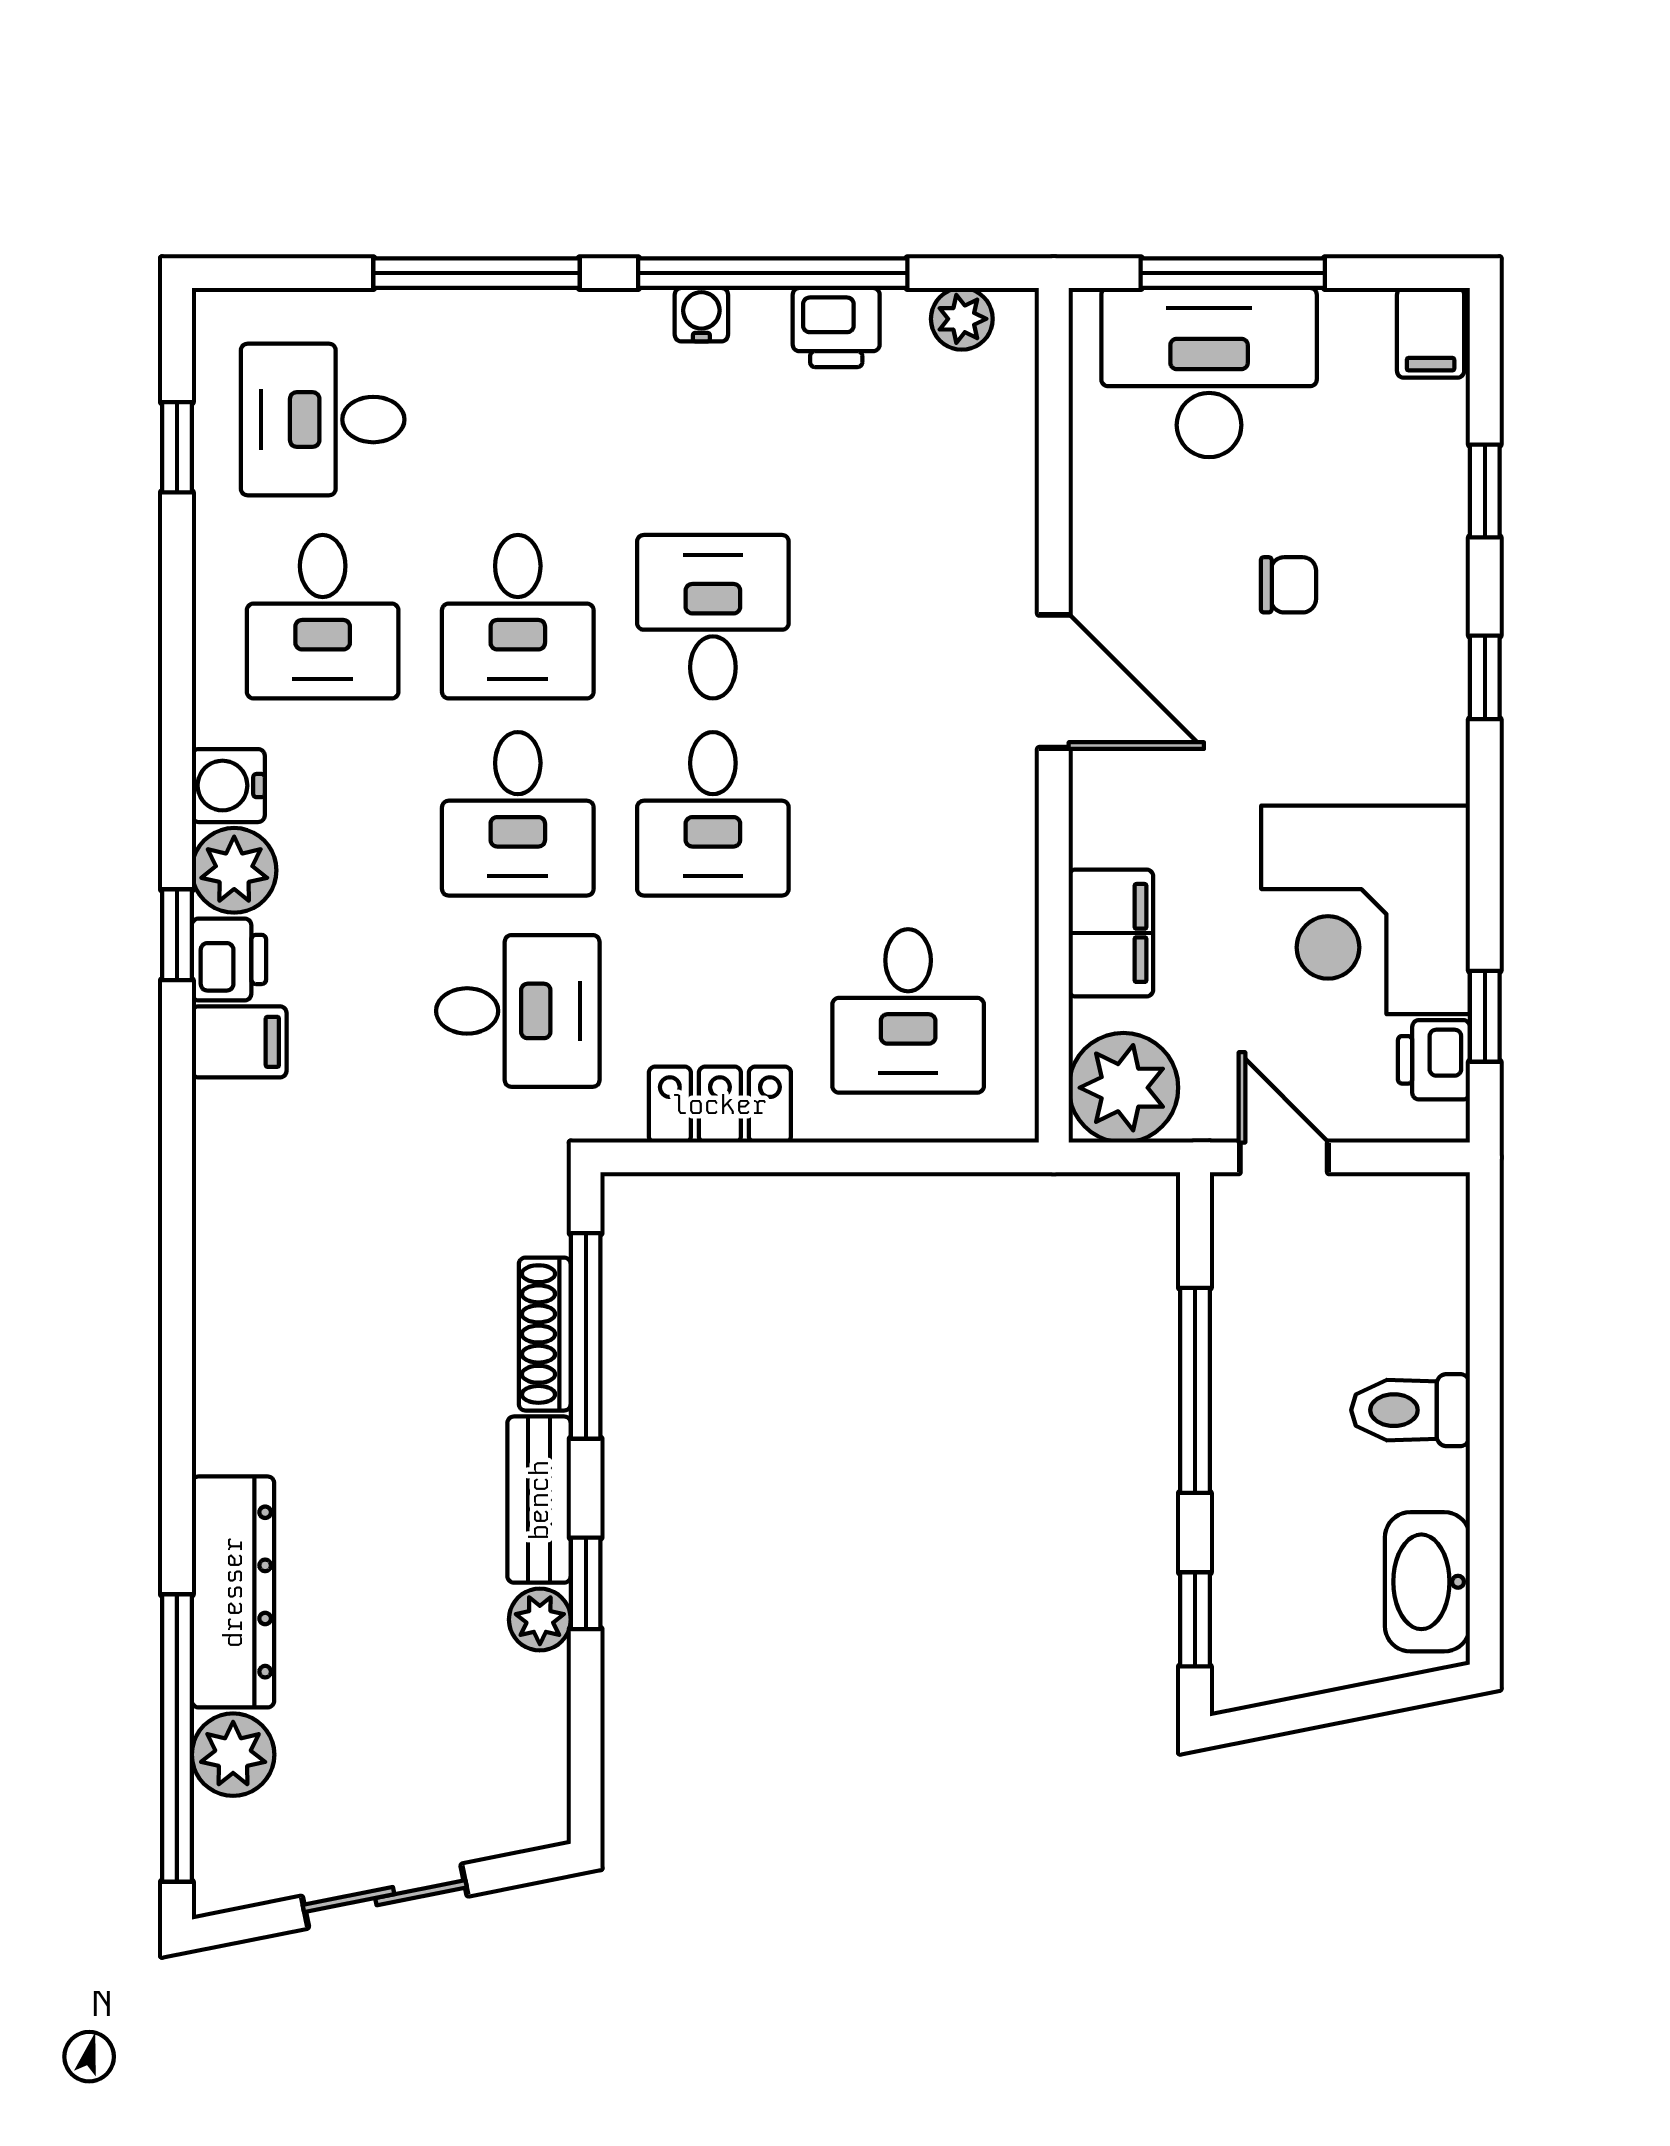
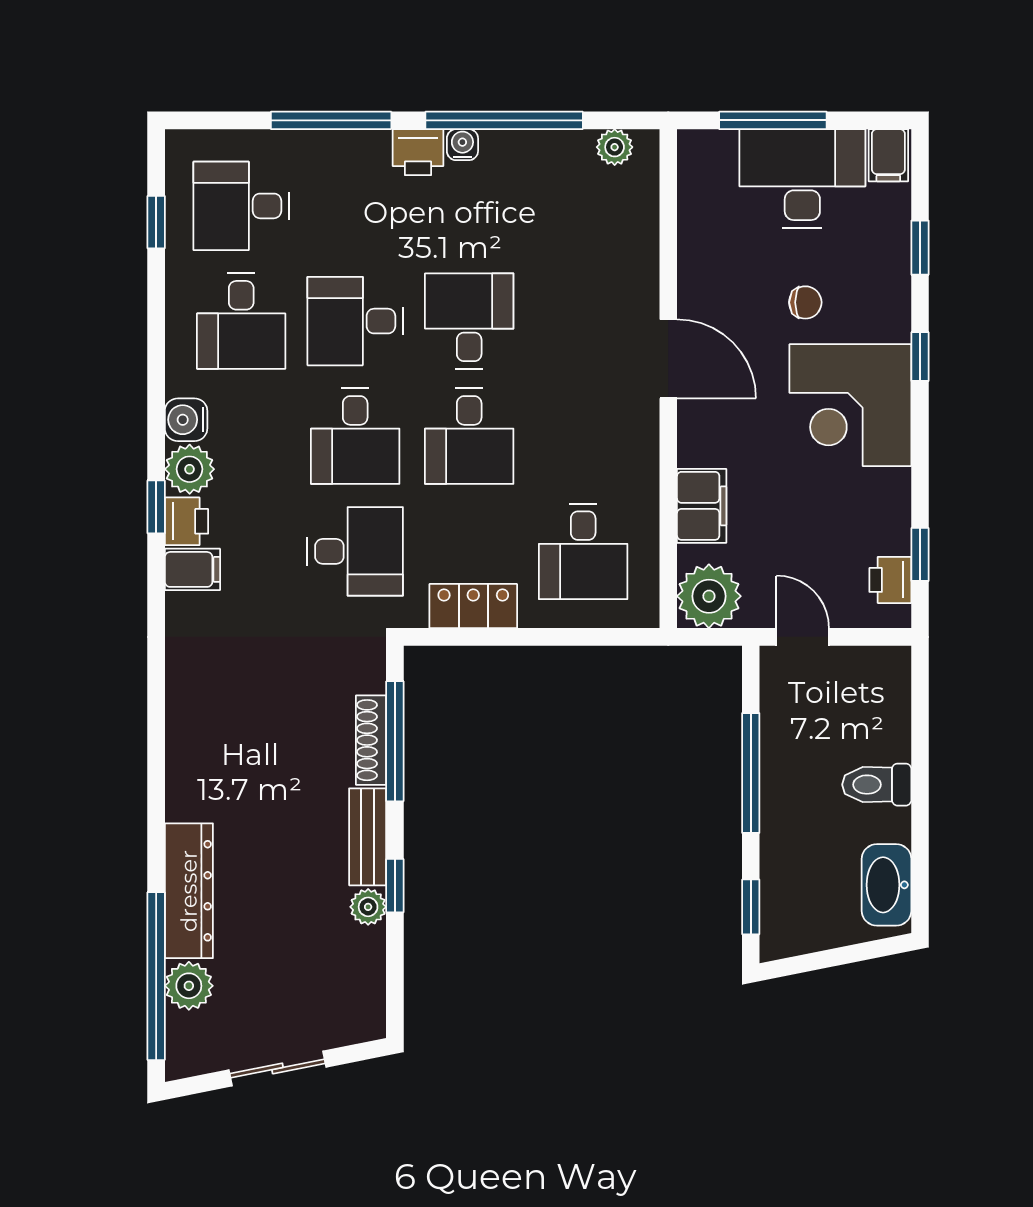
printer: (836, 328) -> (418, 152), moved
desk: (1209, 373) -> (802, 179), moved
desk: (518, 617) -> (355, 321), turned 90
corner desk: (1366, 910) -> (850, 405), moved

